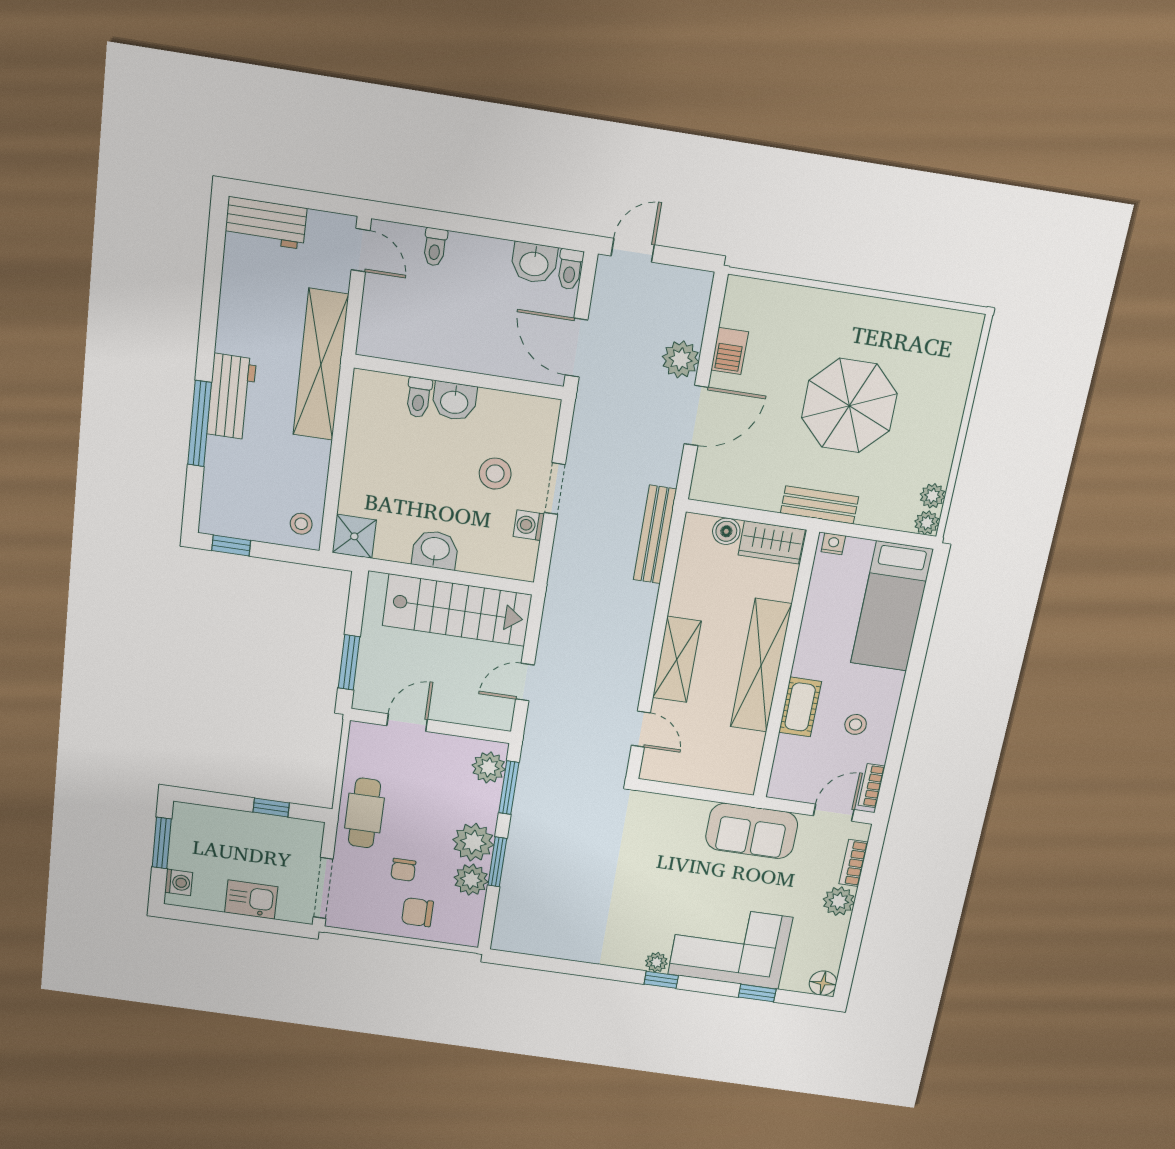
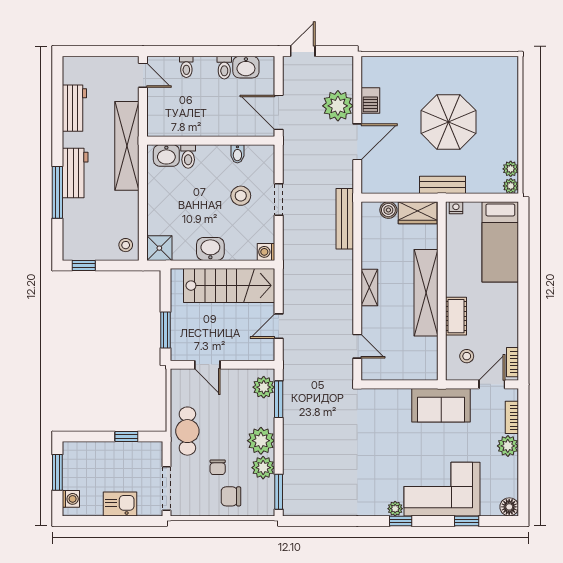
workbench: (266, 223) -> (74, 108), moved, turned -90
toilet: (570, 269) -> (224, 68), moved
plant: (681, 359) -> (338, 106), width x1.36, depth x1.36
washbasin: (454, 401) -> (166, 155), moved
bidet: (499, 405) -> (237, 154), added
washing machine: (529, 525) -> (266, 252), moved
shelving: (677, 659) -> (369, 288), width x0.67, depth x0.75
door: (407, 723) -> (207, 365), swing flipped
stool: (856, 724) -> (467, 356), moved
window: (497, 862) -> (279, 492), moved

